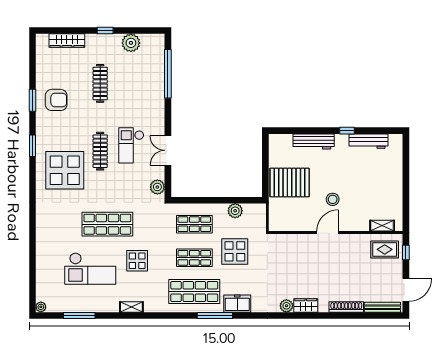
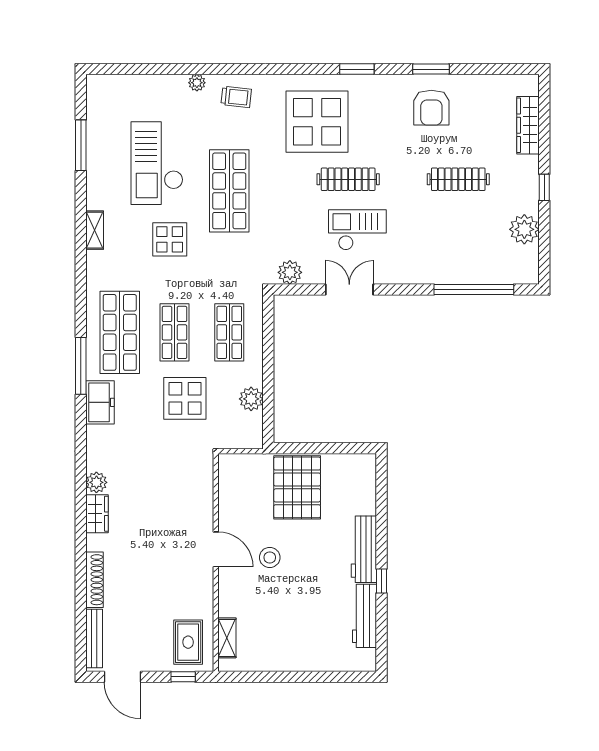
workbench: (314, 141) -> (364, 549), moved
trolley: (50, 220) -> (236, 97), added
plant: (41, 307) -> (197, 83), moved

